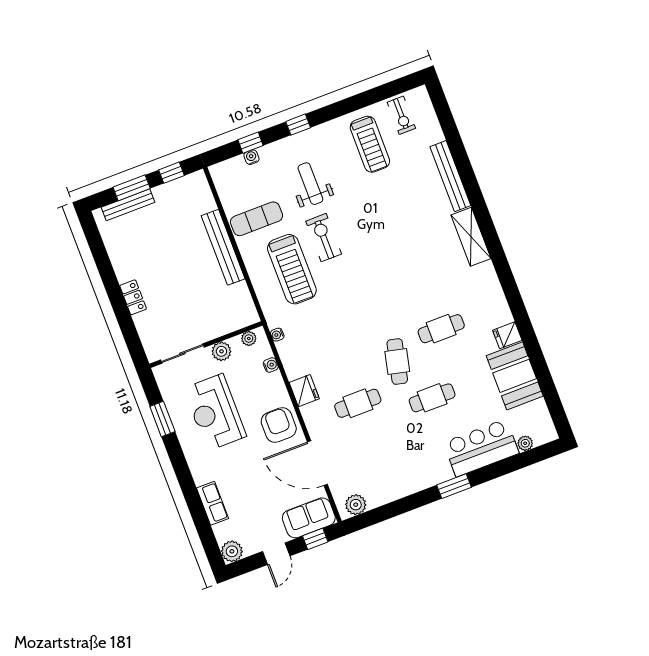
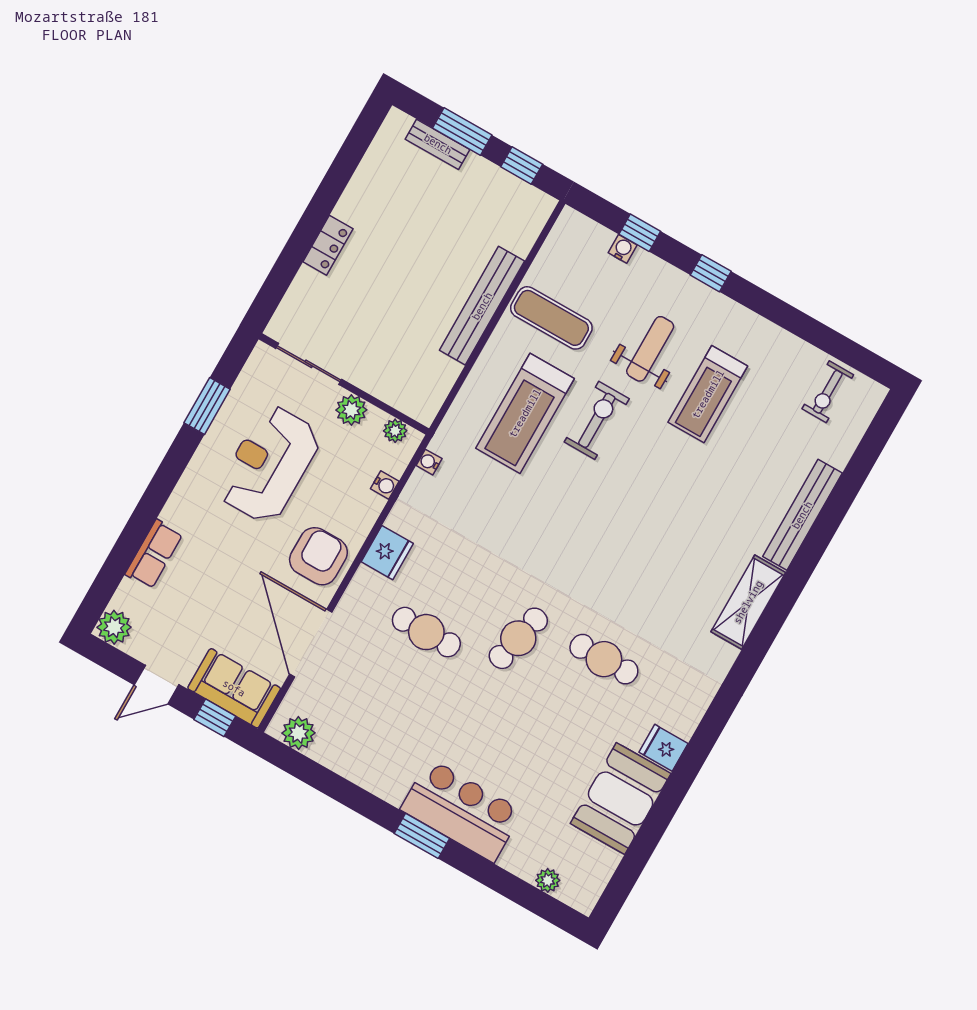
treadmill: (370, 144) -> (708, 394), moved
bench: (128, 205) -> (438, 144), width x0.73
cafe table: (432, 398) -> (509, 718), removed
bar counter: (481, 448) -> (462, 810), moved

